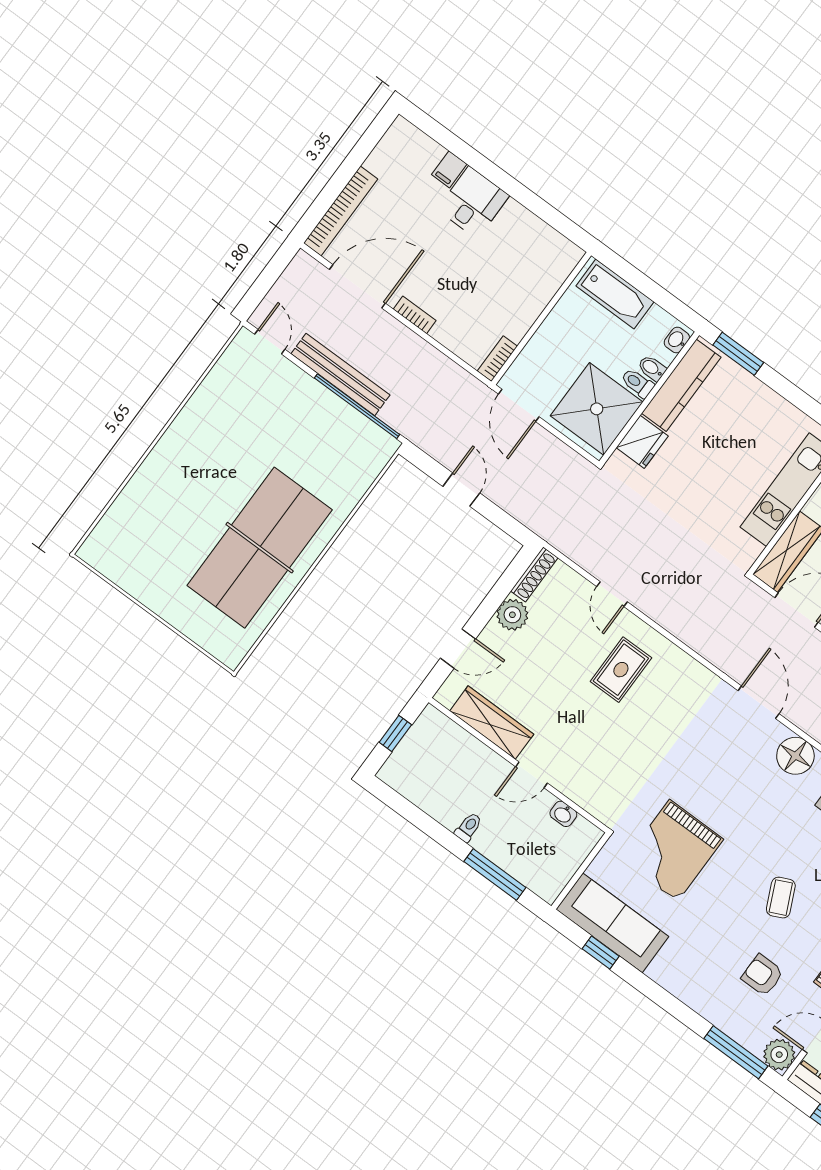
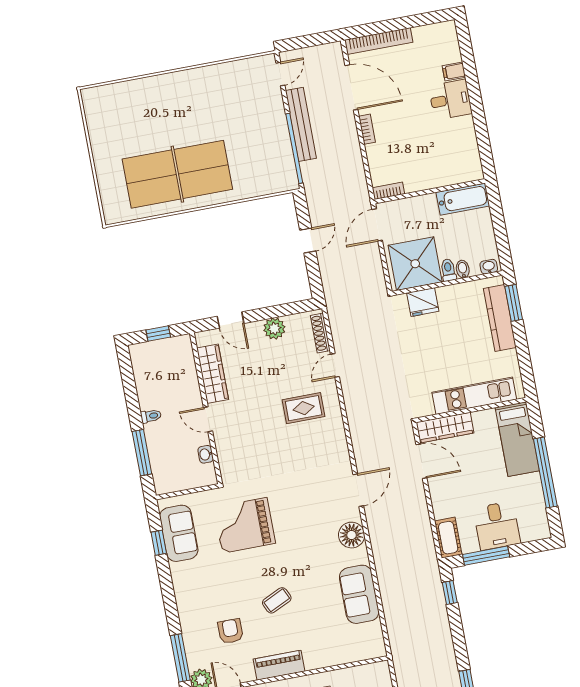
bathtub: (615, 294) -> (463, 199), moved, turned -90
kitchen counter: (681, 385) -> (500, 318), moved, turned 90
shoe rack: (534, 574) -> (320, 333), moved, turned 90
sofa: (612, 923) -> (179, 533), width x0.73

